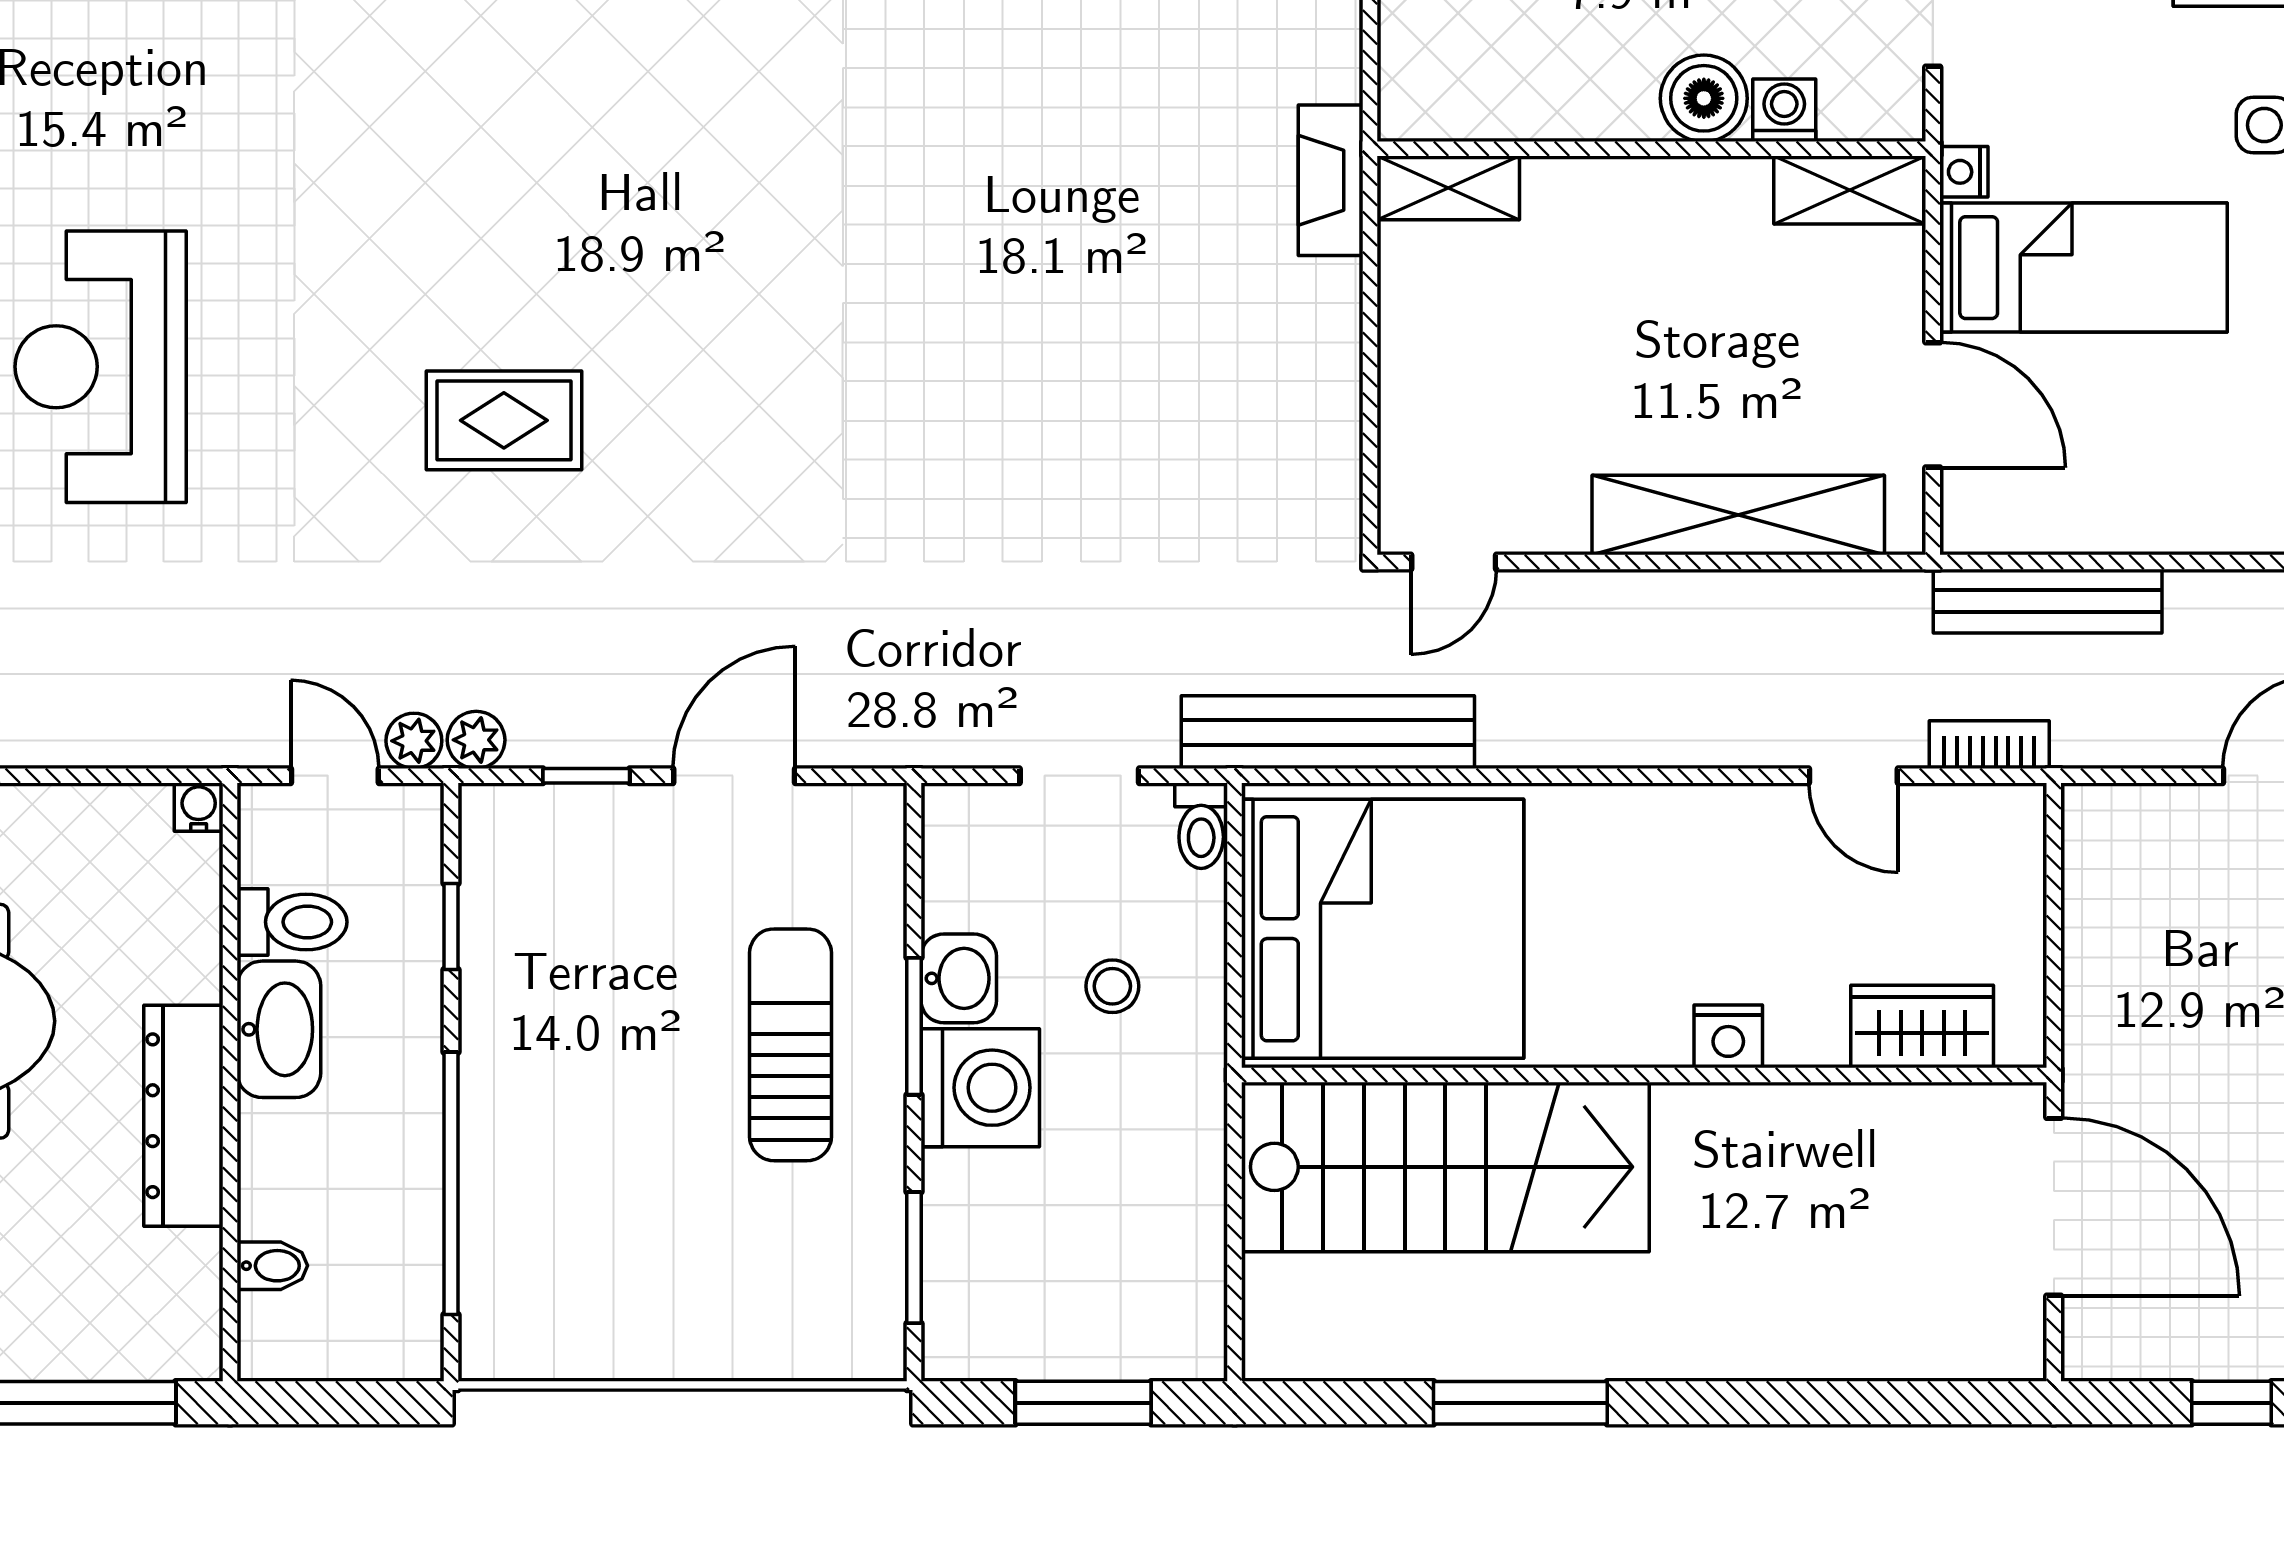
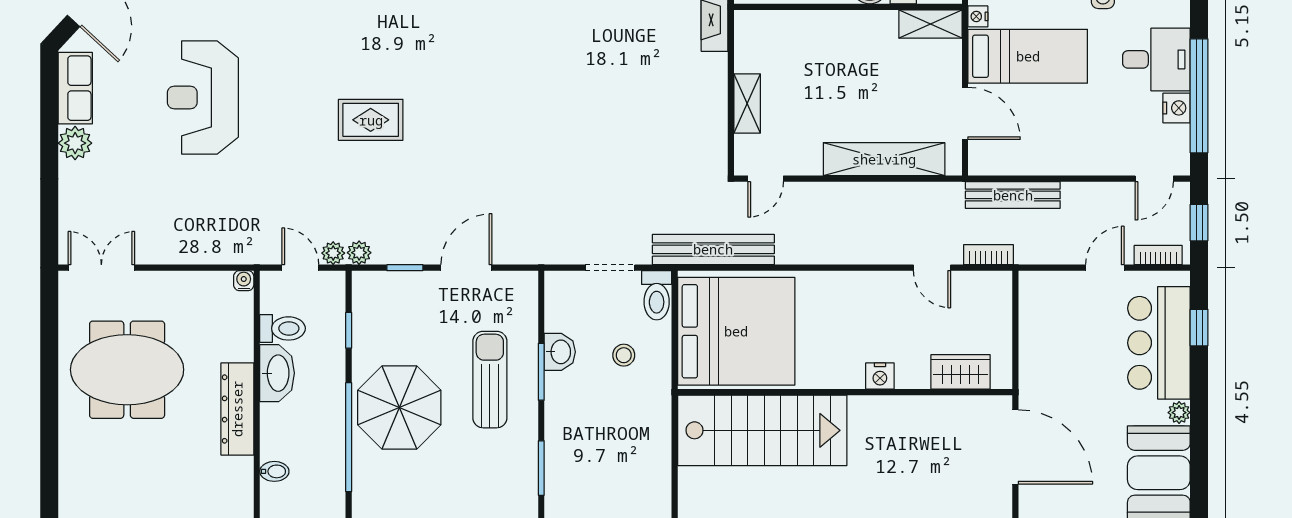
shelving: (1448, 188) -> (747, 103), moved, turned 90
toilet: (1201, 826) -> (657, 295), width x1.37, depth x1.39
washing machine: (980, 1088) -> (569, 397), removed
parasol: (573, 1112) -> (399, 407), added

